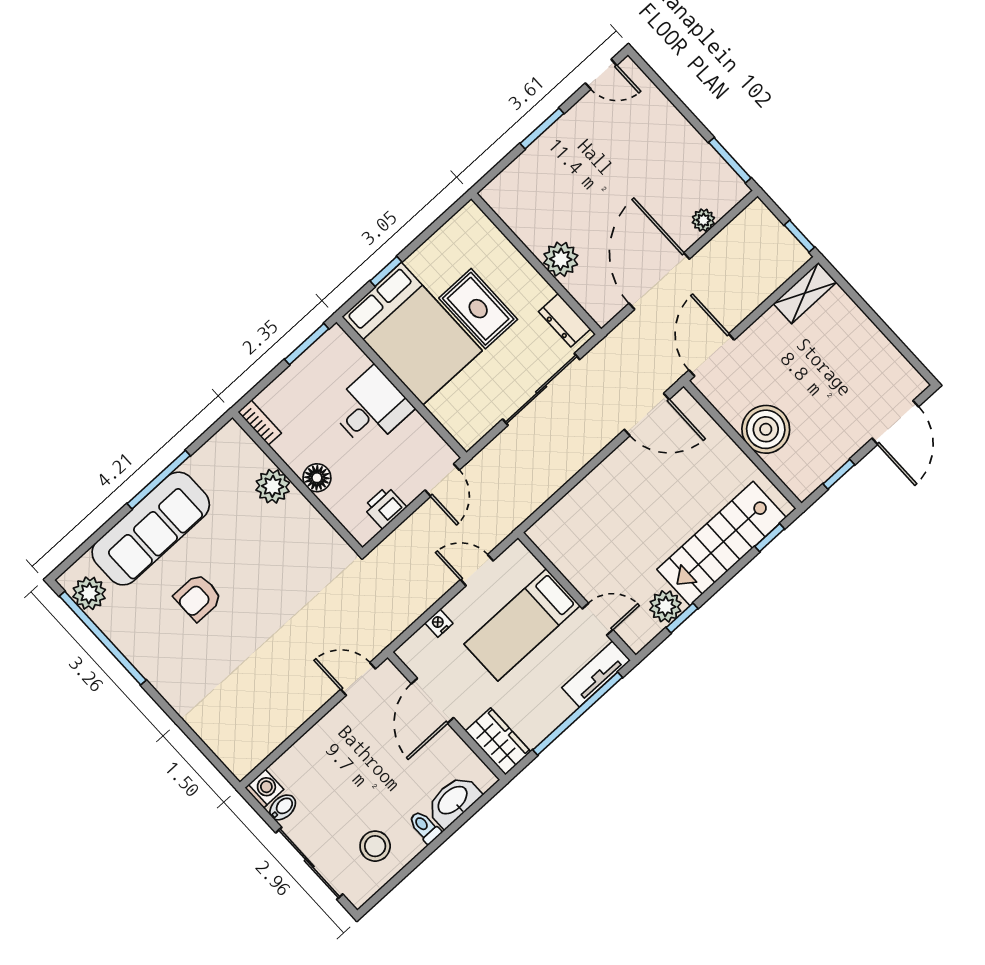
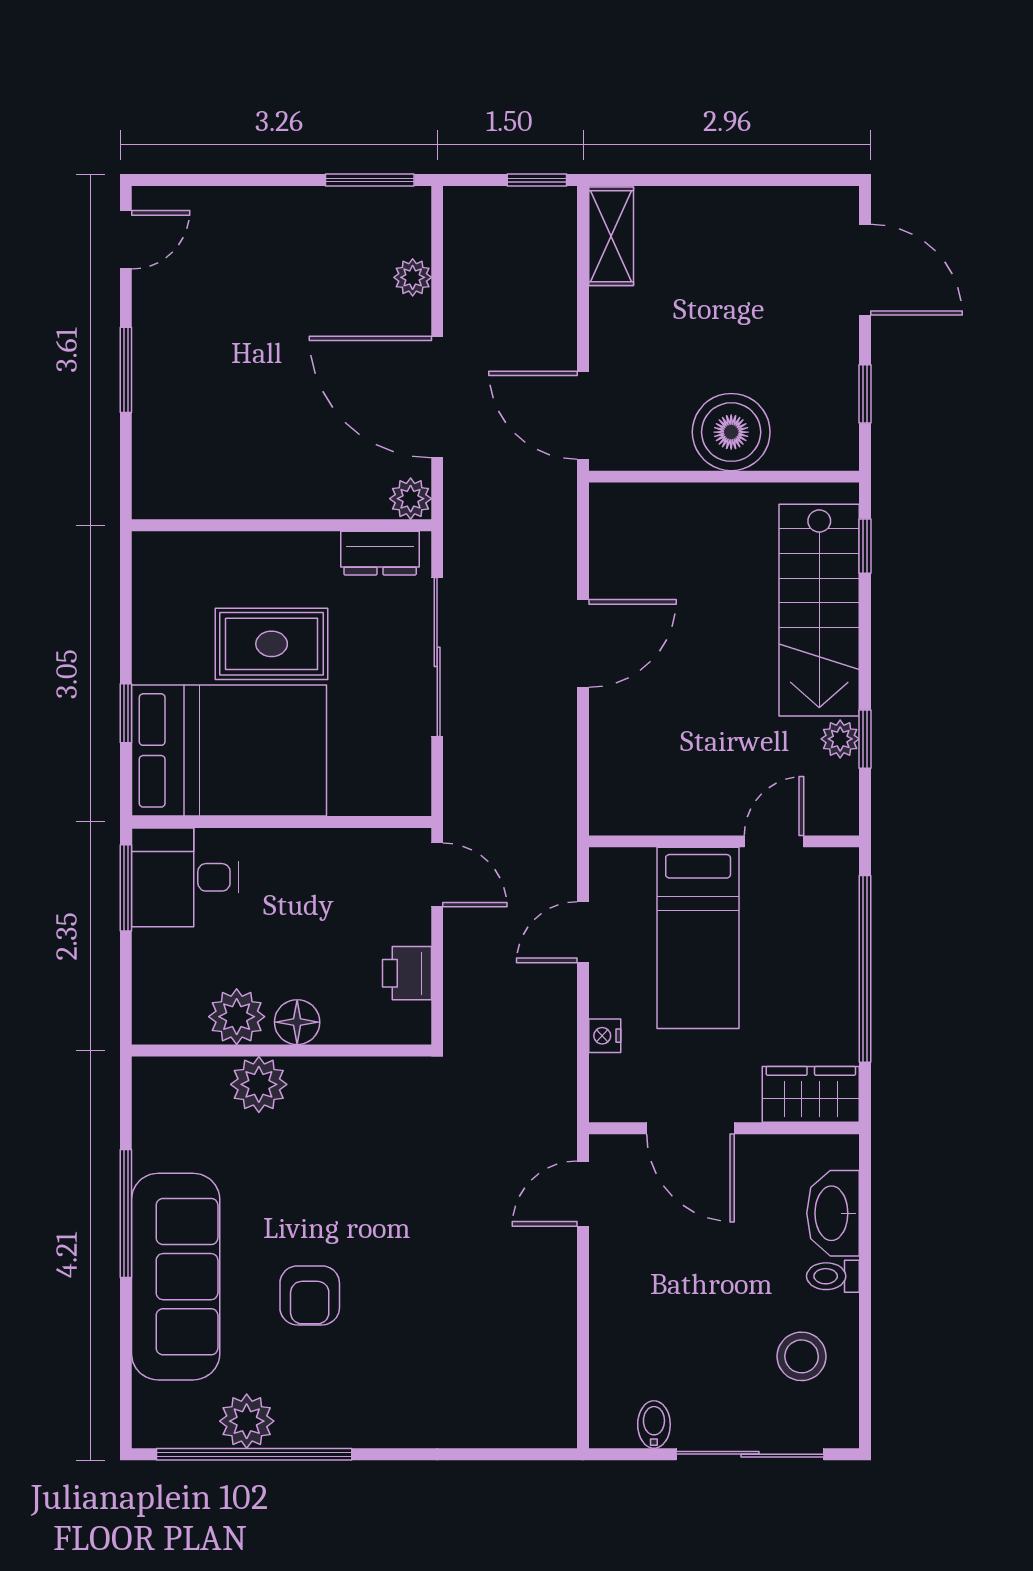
plant: (561, 259) -> (411, 499), moved, width x0.73, depth x0.73
desk: (371, 408) -> (185, 877), moved, turned -90
door: (647, 415) -> (583, 643), moved
bookcase: (260, 423) -> (168, 1030), removed
plant: (294, 448) -> (237, 1017), added
plant: (89, 593) -> (247, 1421), moved
plant: (665, 606) -> (840, 739), width x0.73, depth x0.73
tv unit: (596, 674) -> (838, 903), removed
washing machine: (264, 789) -> (611, 1426), removed

